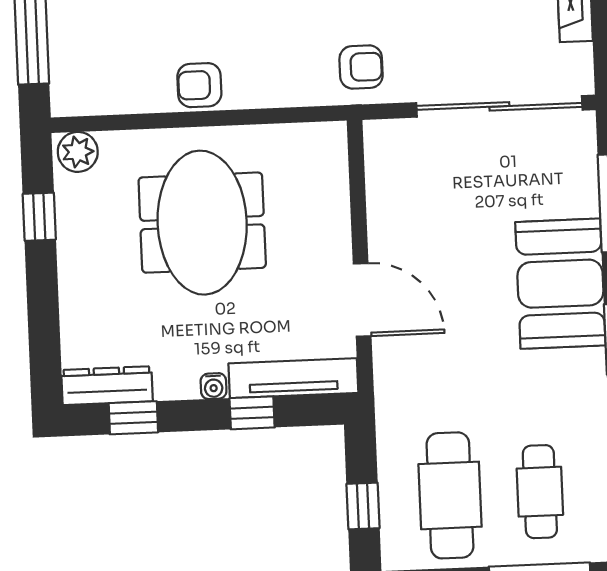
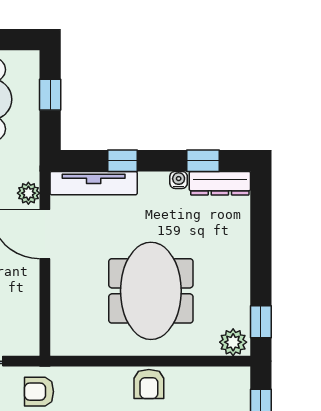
armchair: (199, 85) -> (149, 384), turned 90
window: (39, 217) -> (261, 322), moved
plant: (389, 359) -> (28, 193), added
water cooler: (214, 386) -> (179, 180), moved

